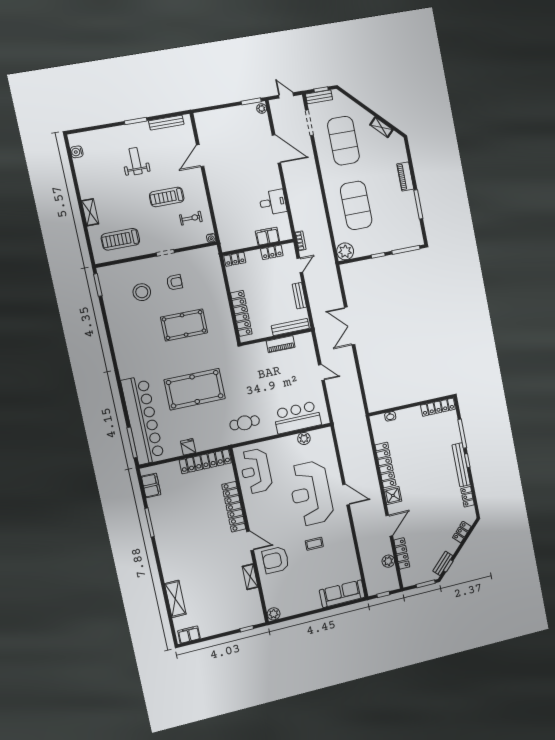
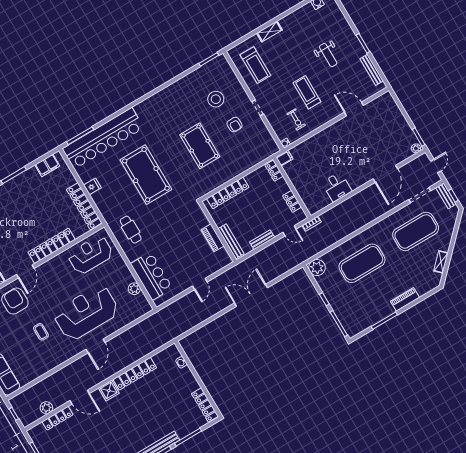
weight bench: (136, 161) -> (328, 55), turned 90
filing cabinet: (267, 236) -> (284, 158), moved, width x0.50
treadmill: (120, 239) -> (255, 65), turned 180

